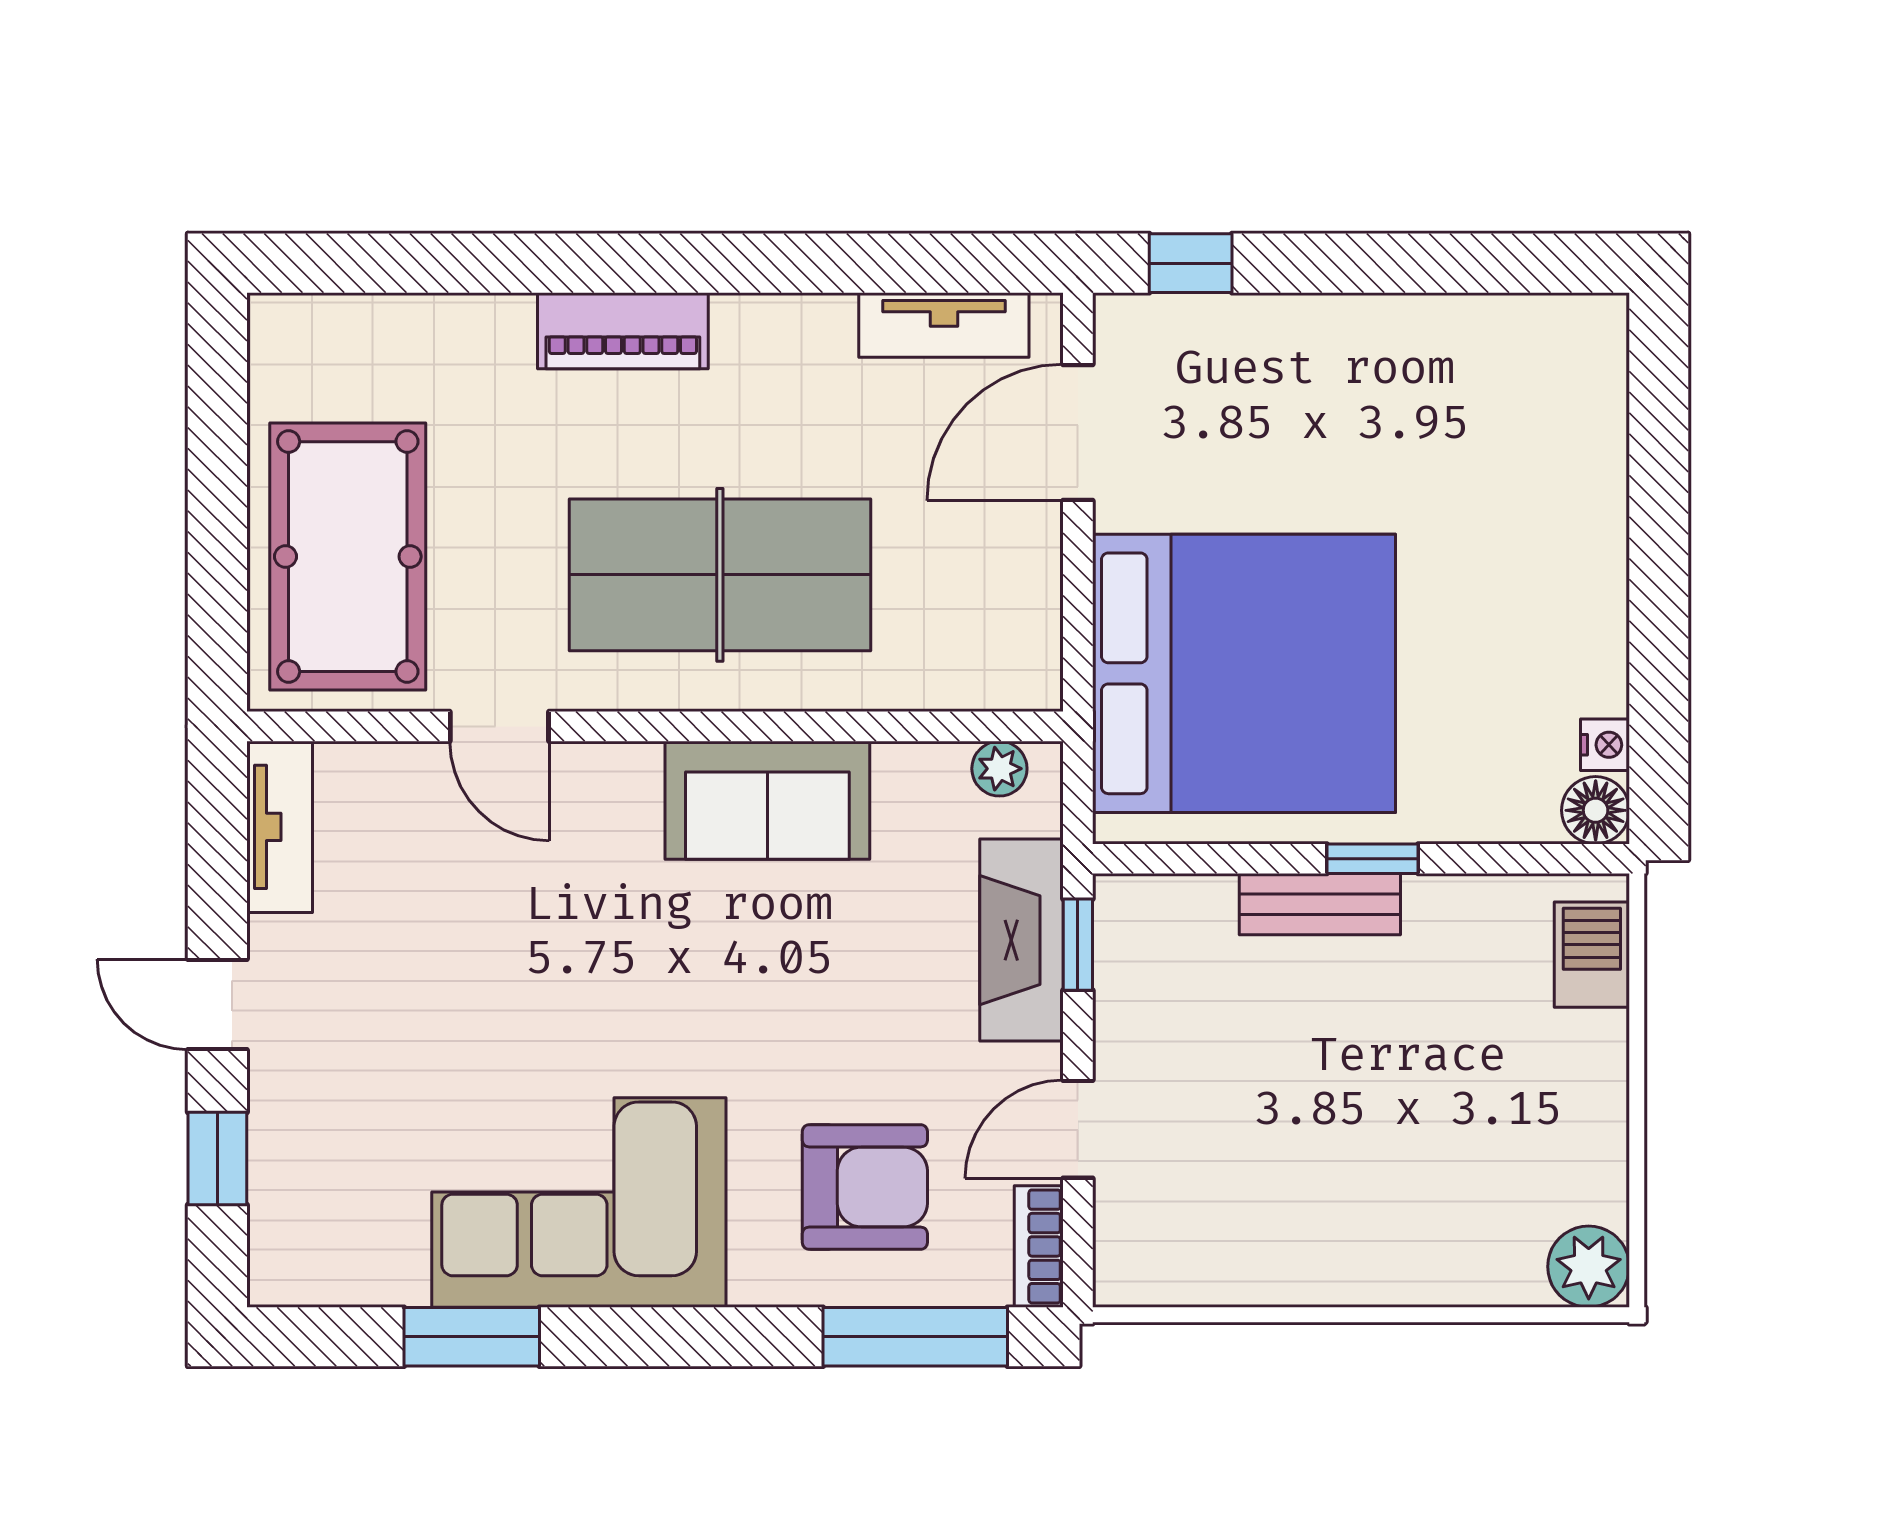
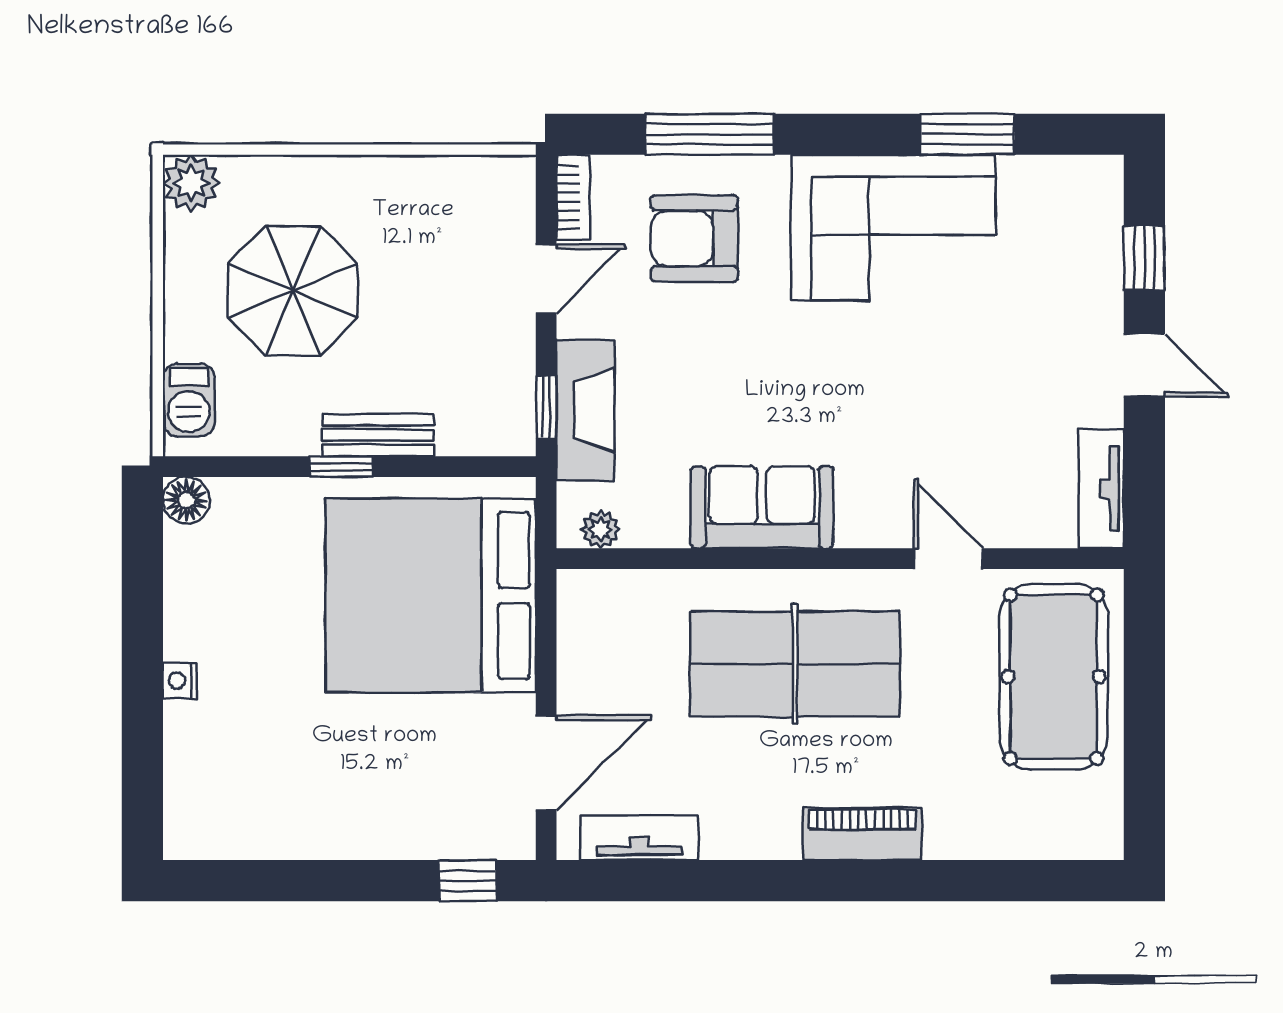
nightstand: (1605, 745) -> (180, 681), moved
parasol: (1442, 1112) -> (293, 291), added
window: (915, 1337) -> (710, 134), moved

